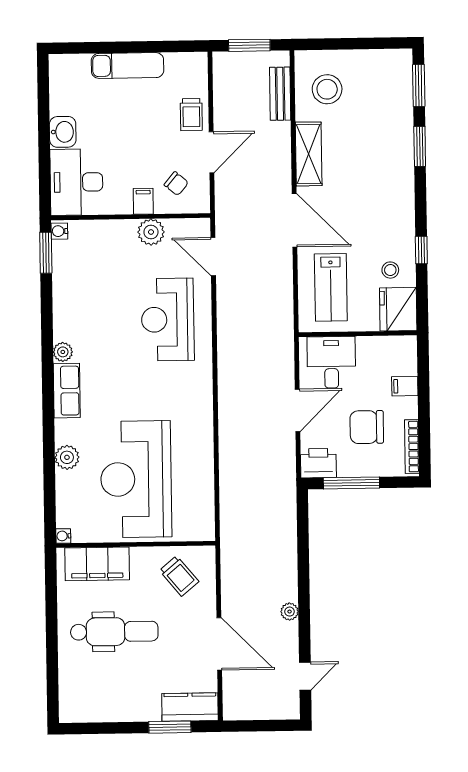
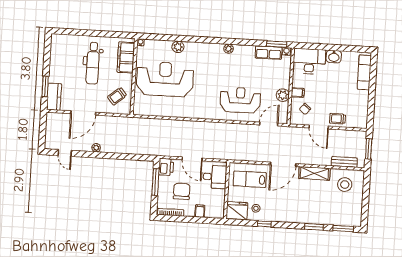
exam couch: (127, 65) -> (364, 72), moved
row of seats: (67, 391) -> (269, 53), moved

